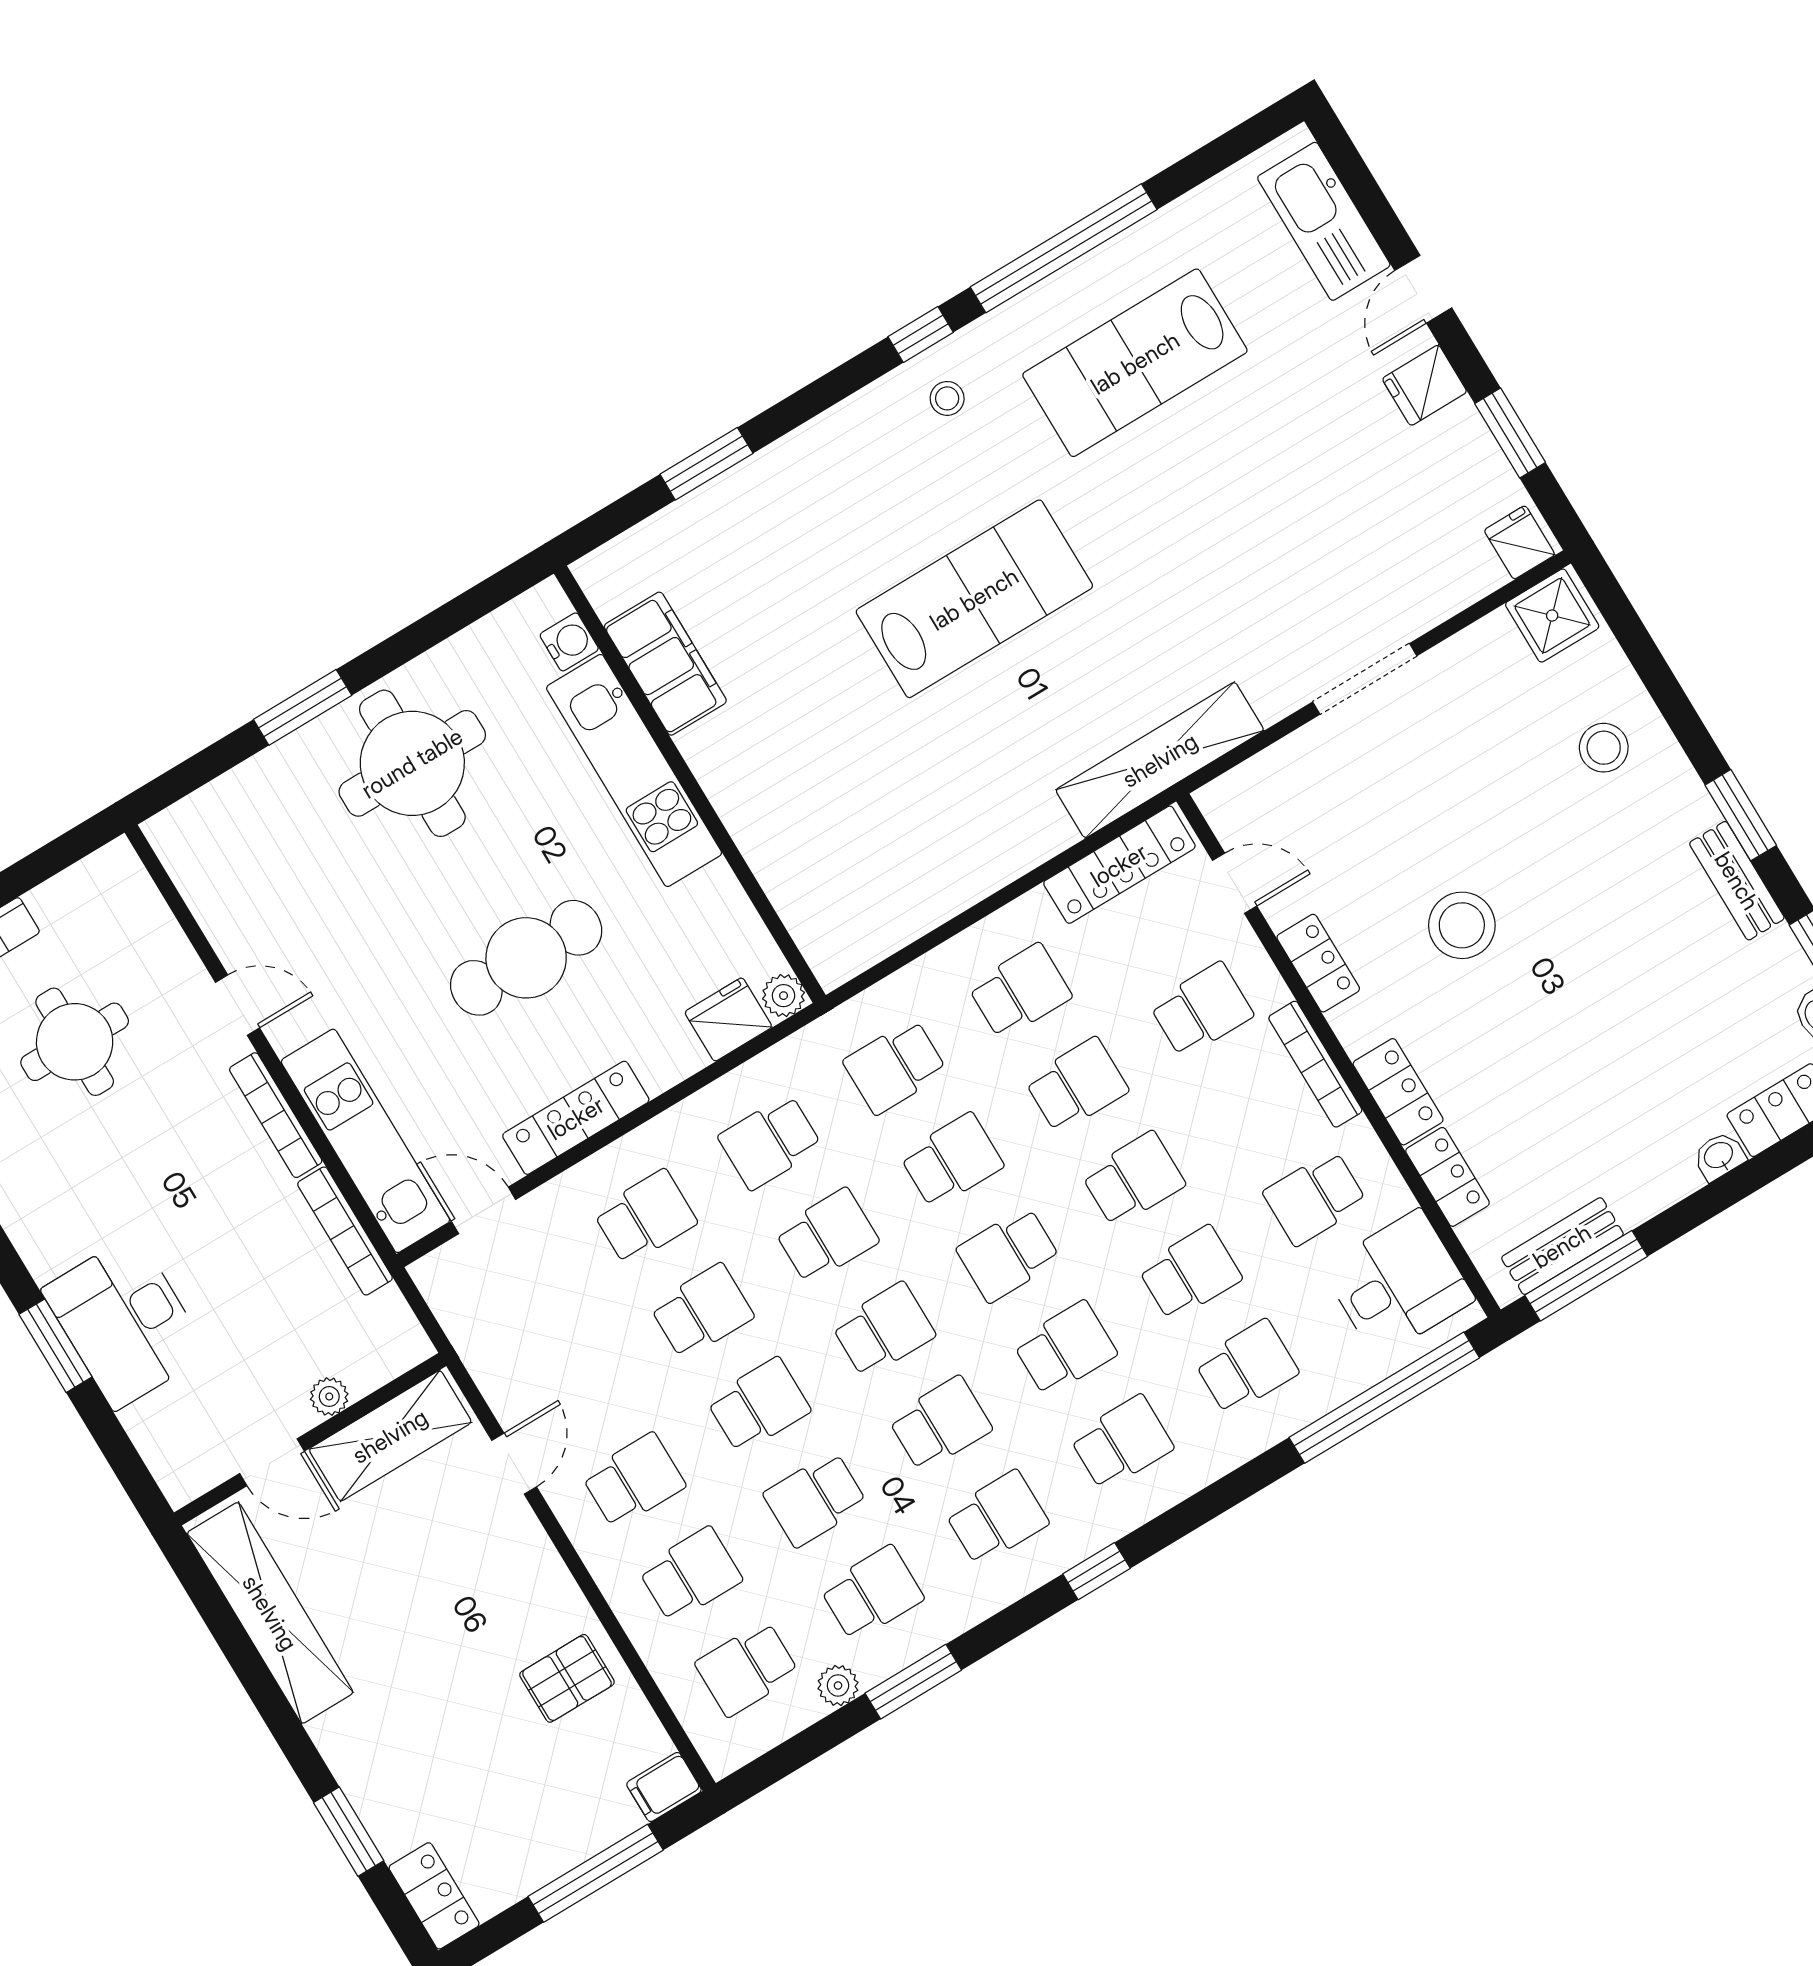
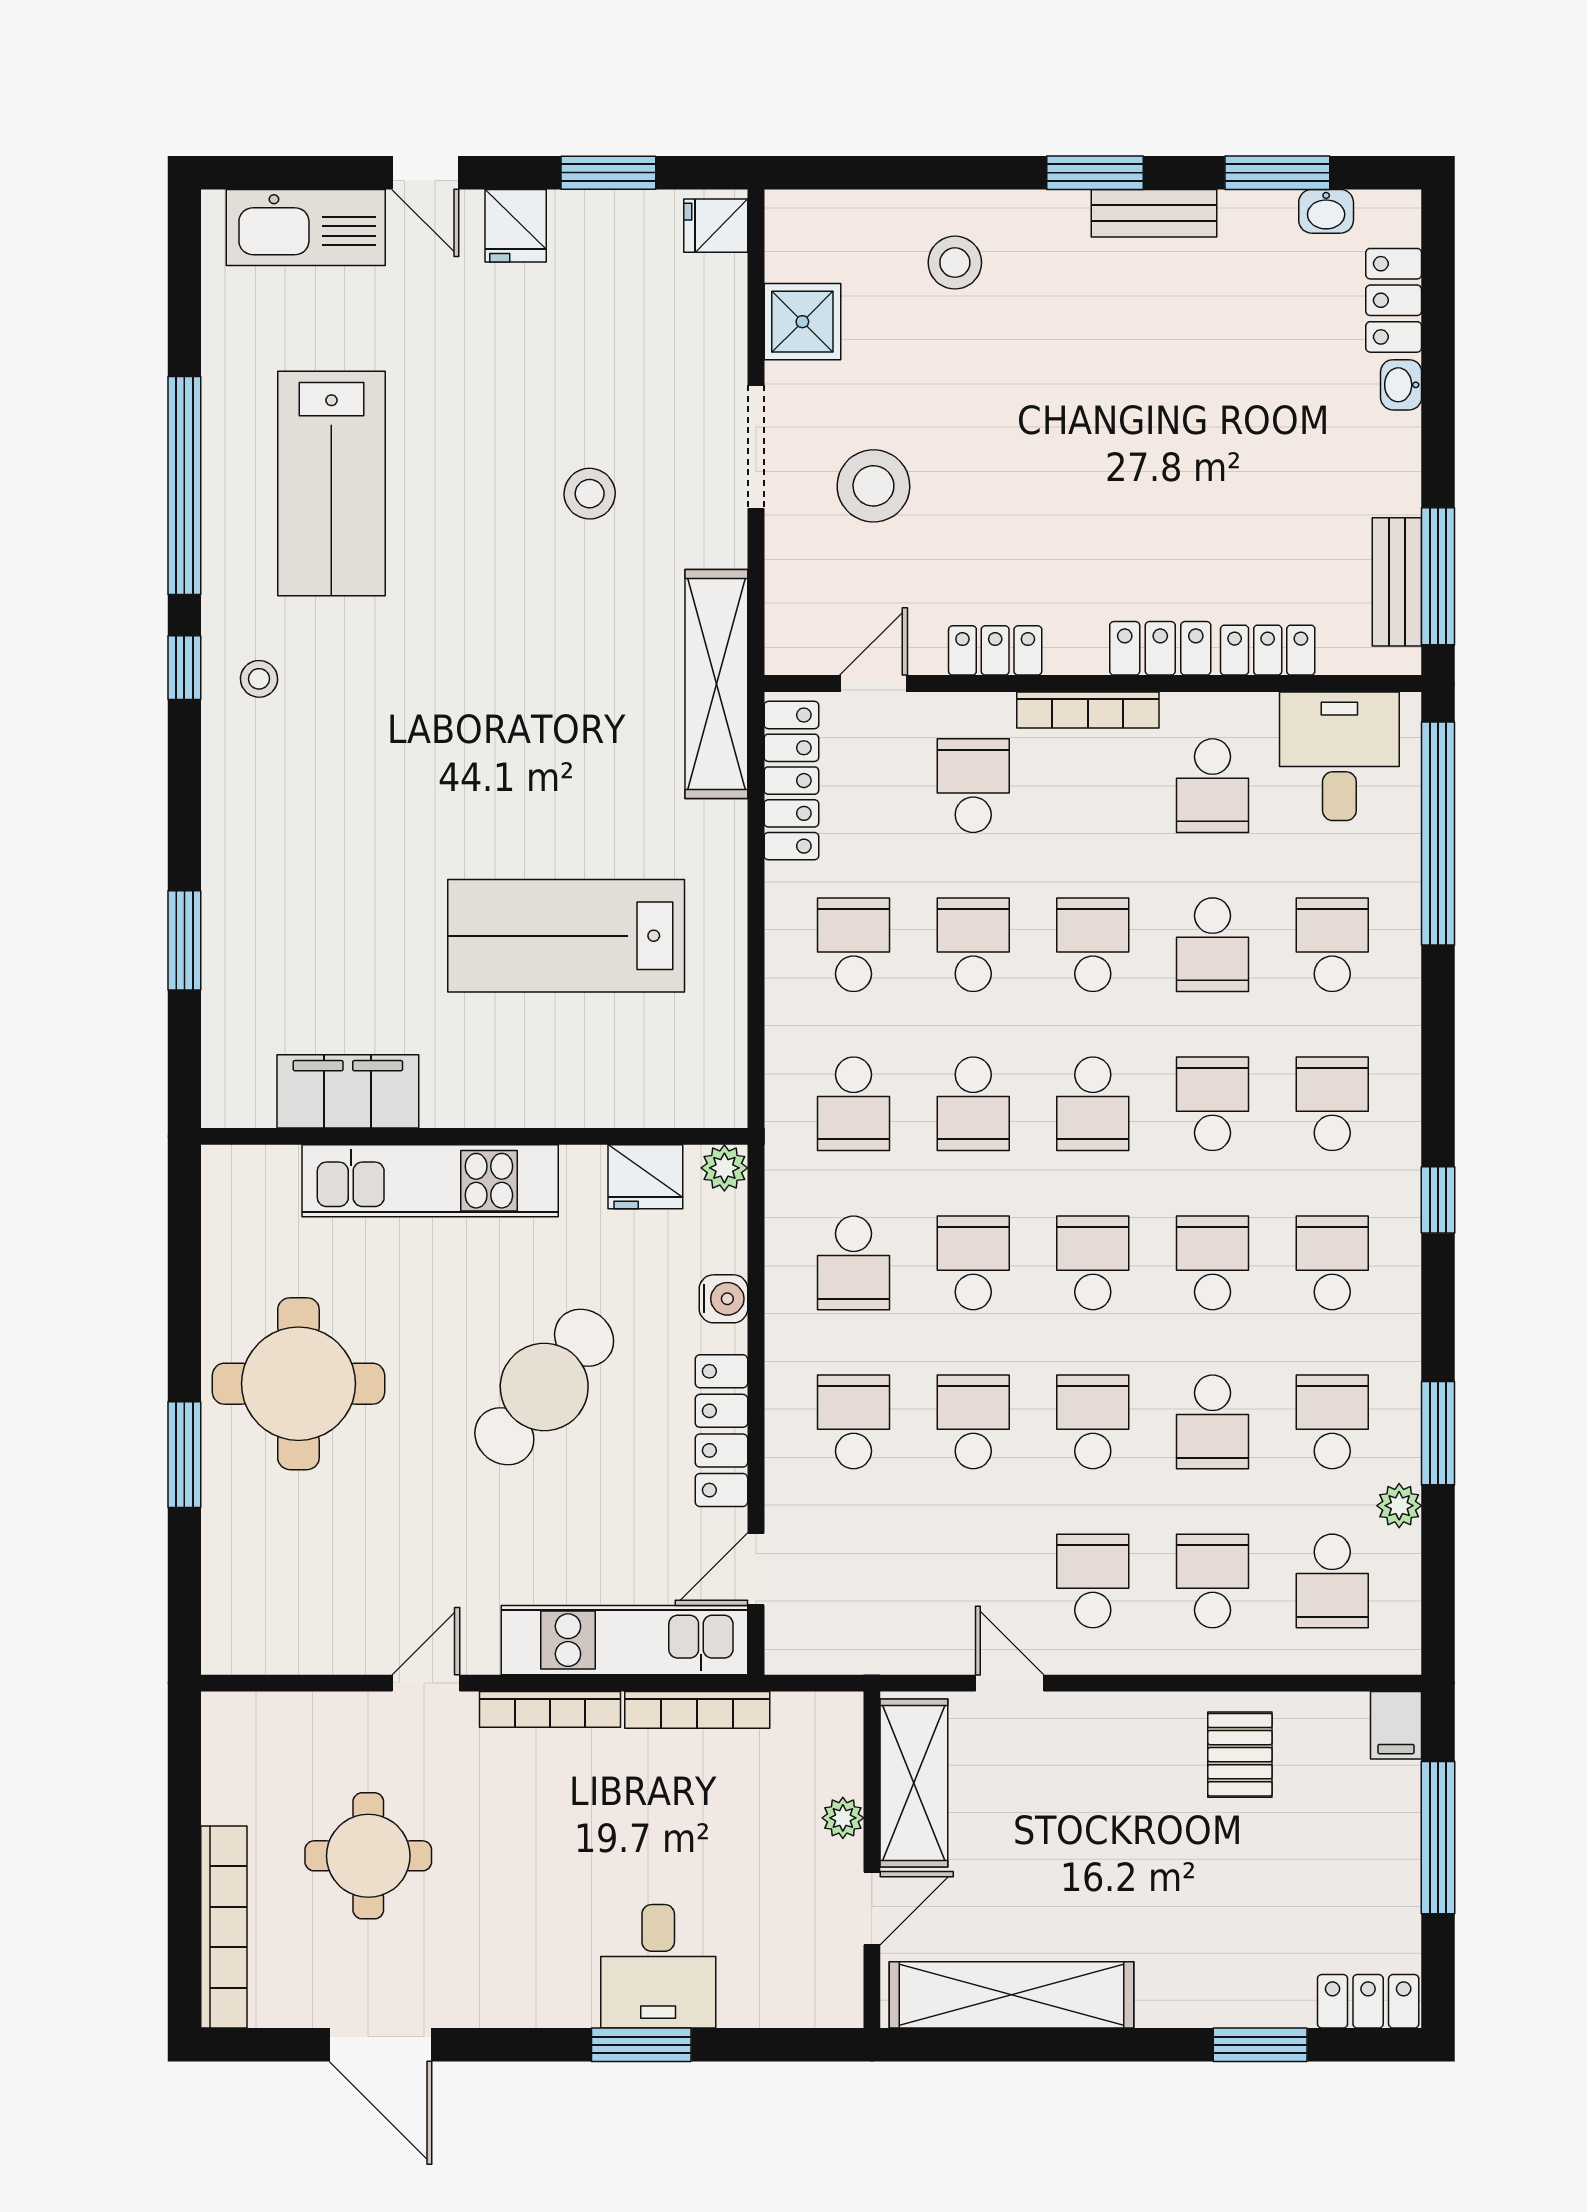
stool: (1249, 570) -> (590, 494), added
lab bench: (974, 599) -> (566, 936), moved, turned -90
shower: (1552, 616) -> (802, 322), moved
water cooler: (569, 642) -> (723, 1299), moved, turned 90
stool: (1462, 925) -> (873, 486), moved
cafe table: (526, 958) -> (544, 1387), turned 39
fridge: (728, 1019) -> (645, 1177), moved, turned -90
school desk: (952, 1161) -> (973, 1104), turned 180
school desk: (1190, 1273) -> (1213, 945), turned 180
desk: (125, 1322) -> (658, 1966), width x0.73

